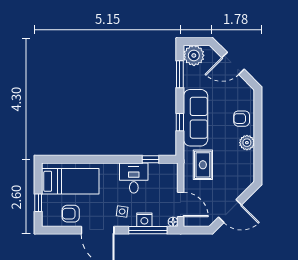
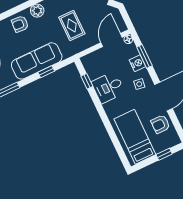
armchair: (242, 119) -> (20, 24), turned 94
rug: (203, 165) -> (72, 25), moved, turned 90
armchair: (71, 214) -> (160, 124), turned 90
window: (148, 230) -> (144, 56), width x0.69

